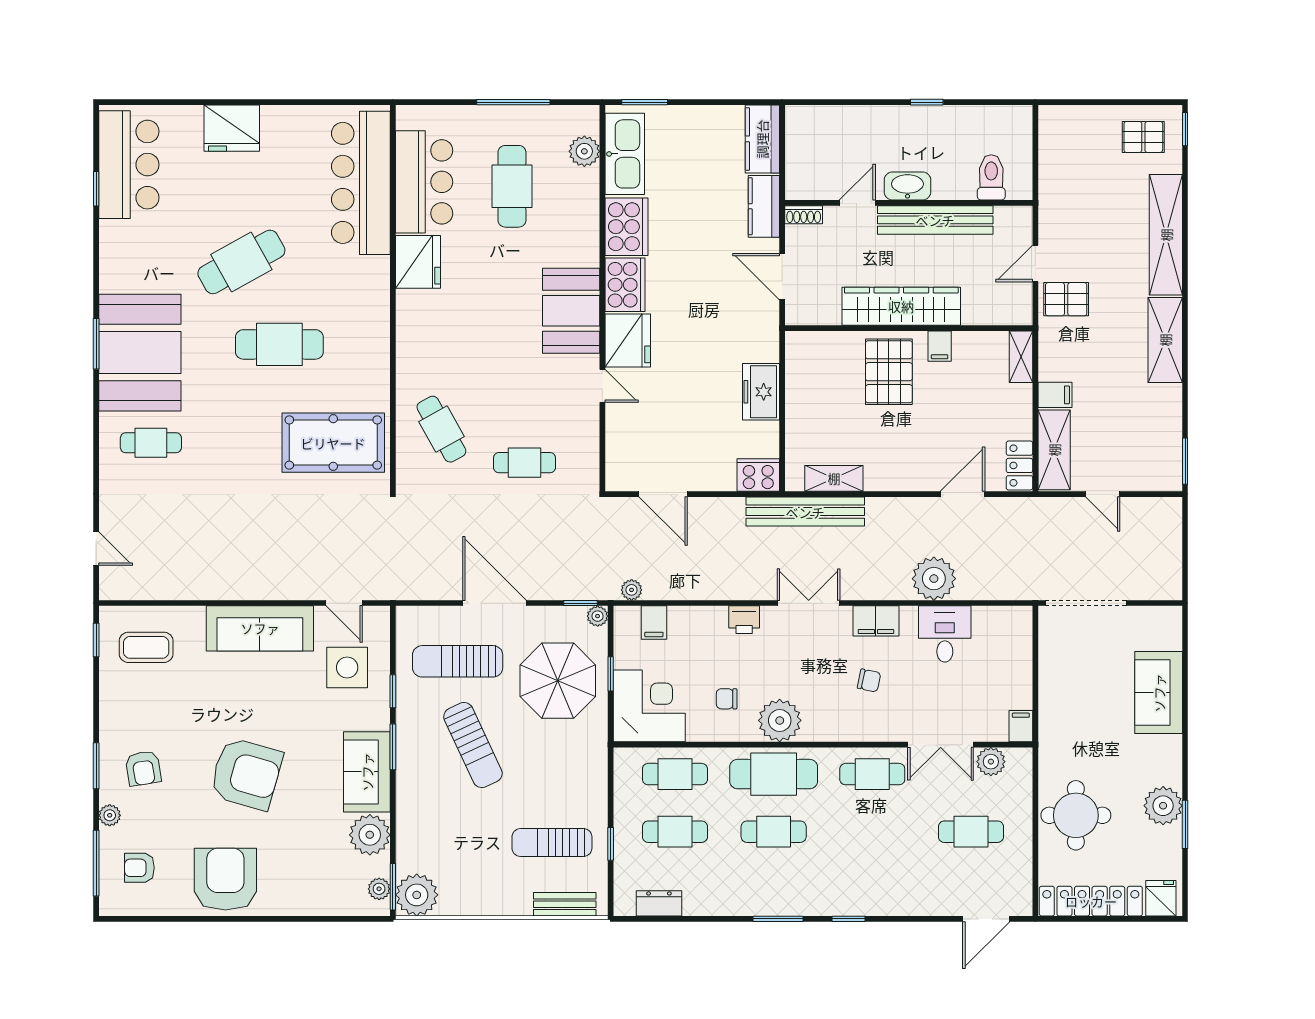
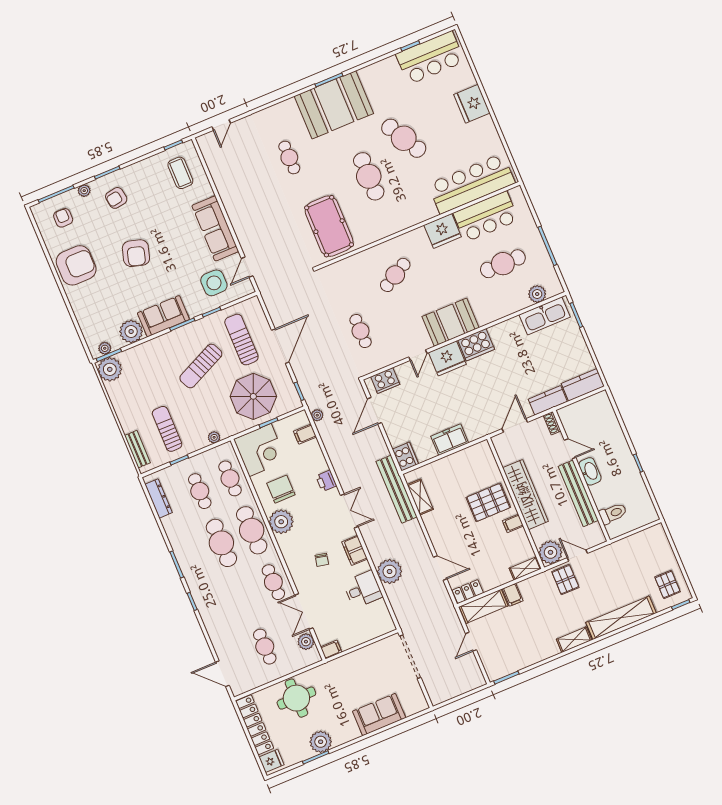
cooker: (626, 227) -> (385, 381), moved, width x0.73, depth x0.76
plant: (1012, 305) -> (551, 552), added
shelving: (1165, 340) -> (574, 640), width x0.67, depth x0.75
cafe table: (441, 429) -> (395, 275), moved
cafe table: (151, 443) -> (289, 157), moved
plant: (598, 616) -> (214, 437), moved
chair: (727, 699) -> (281, 489), width x1.87, depth x1.87
armchair: (246, 774) -> (136, 253), width x0.73, depth x0.73
cafe table: (774, 832) -> (221, 543), width x1.37, depth x1.35
dresser: (659, 903) -> (159, 498), width x1.44

